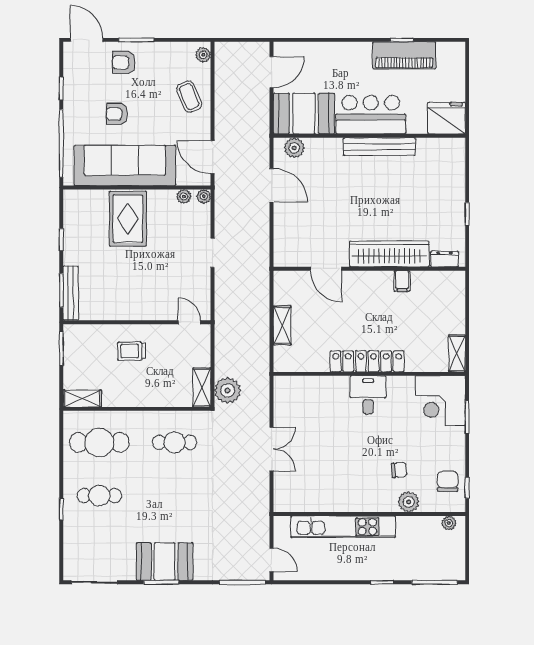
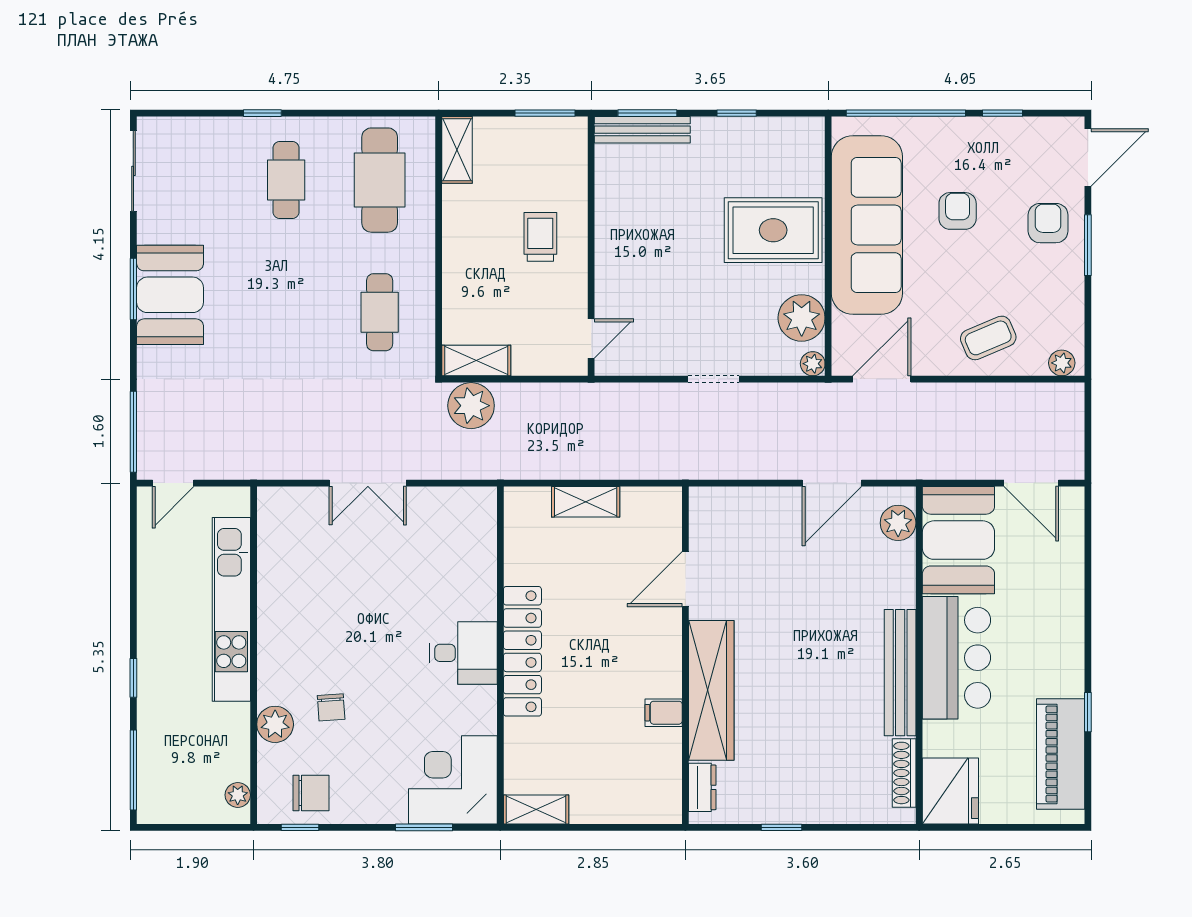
piano: (404, 55) -> (1061, 754), moved
shoe rack: (436, 144) -> (904, 773), added
plant: (184, 196) -> (802, 318), width x1.88, depth x1.88

